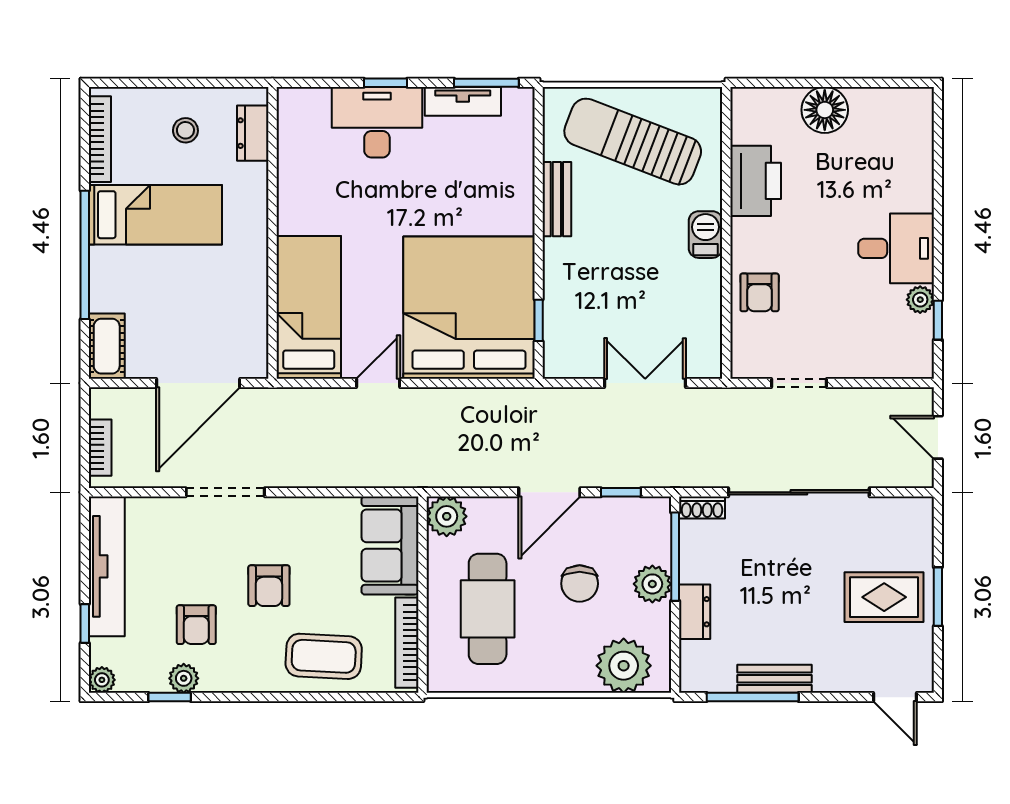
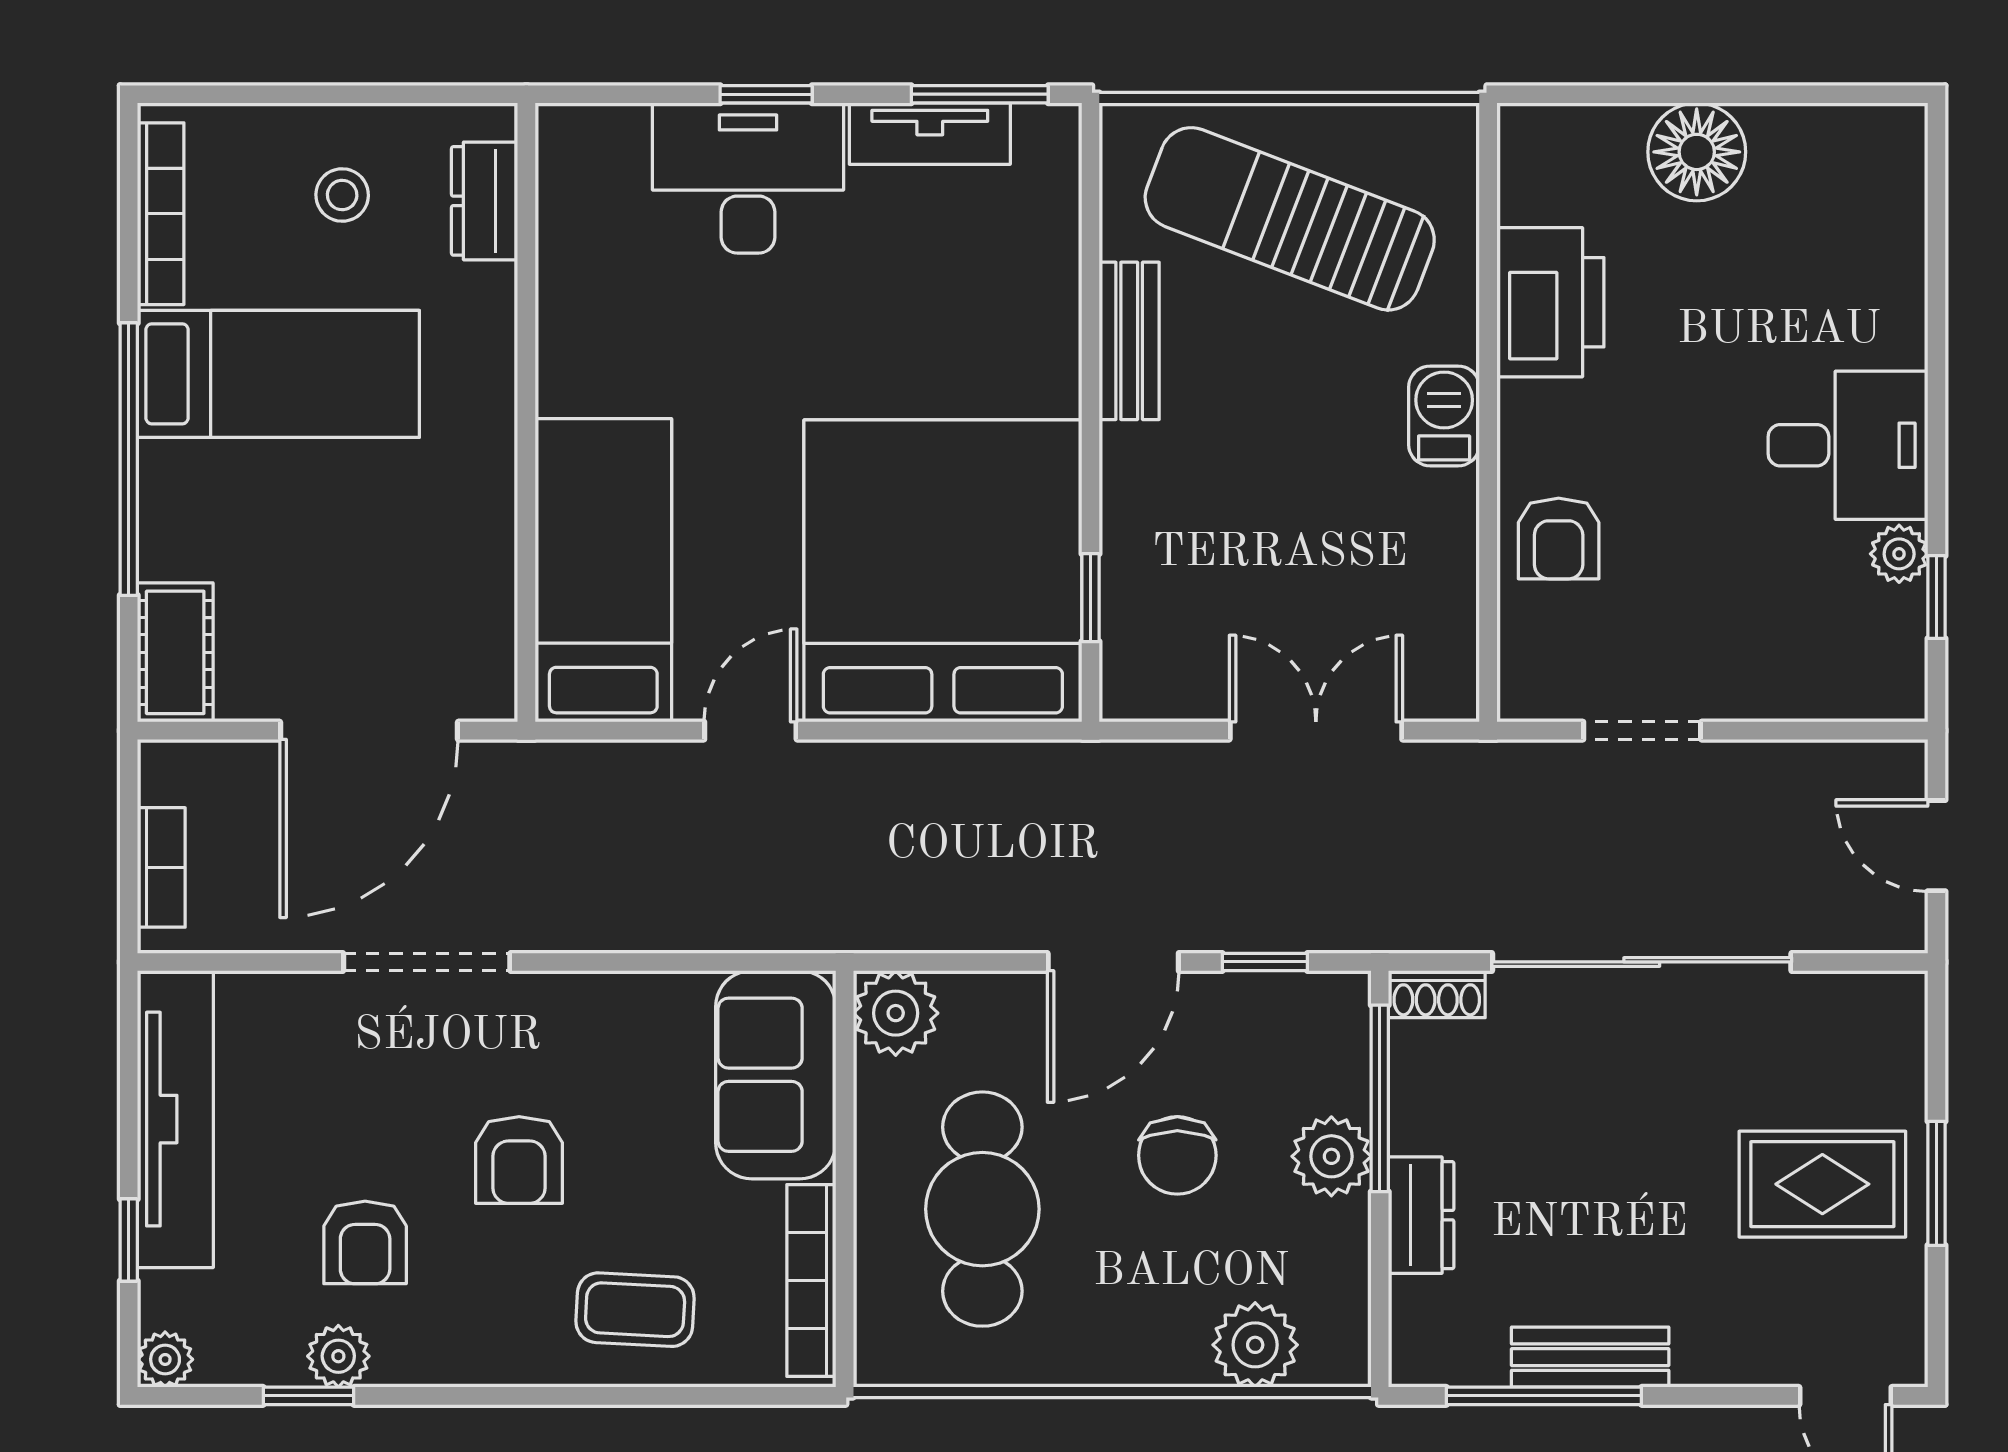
coffee table: (324, 656) -> (635, 1310), width x0.73, depth x0.77
plant: (624, 666) -> (1255, 1345), width x0.73, depth x0.73

